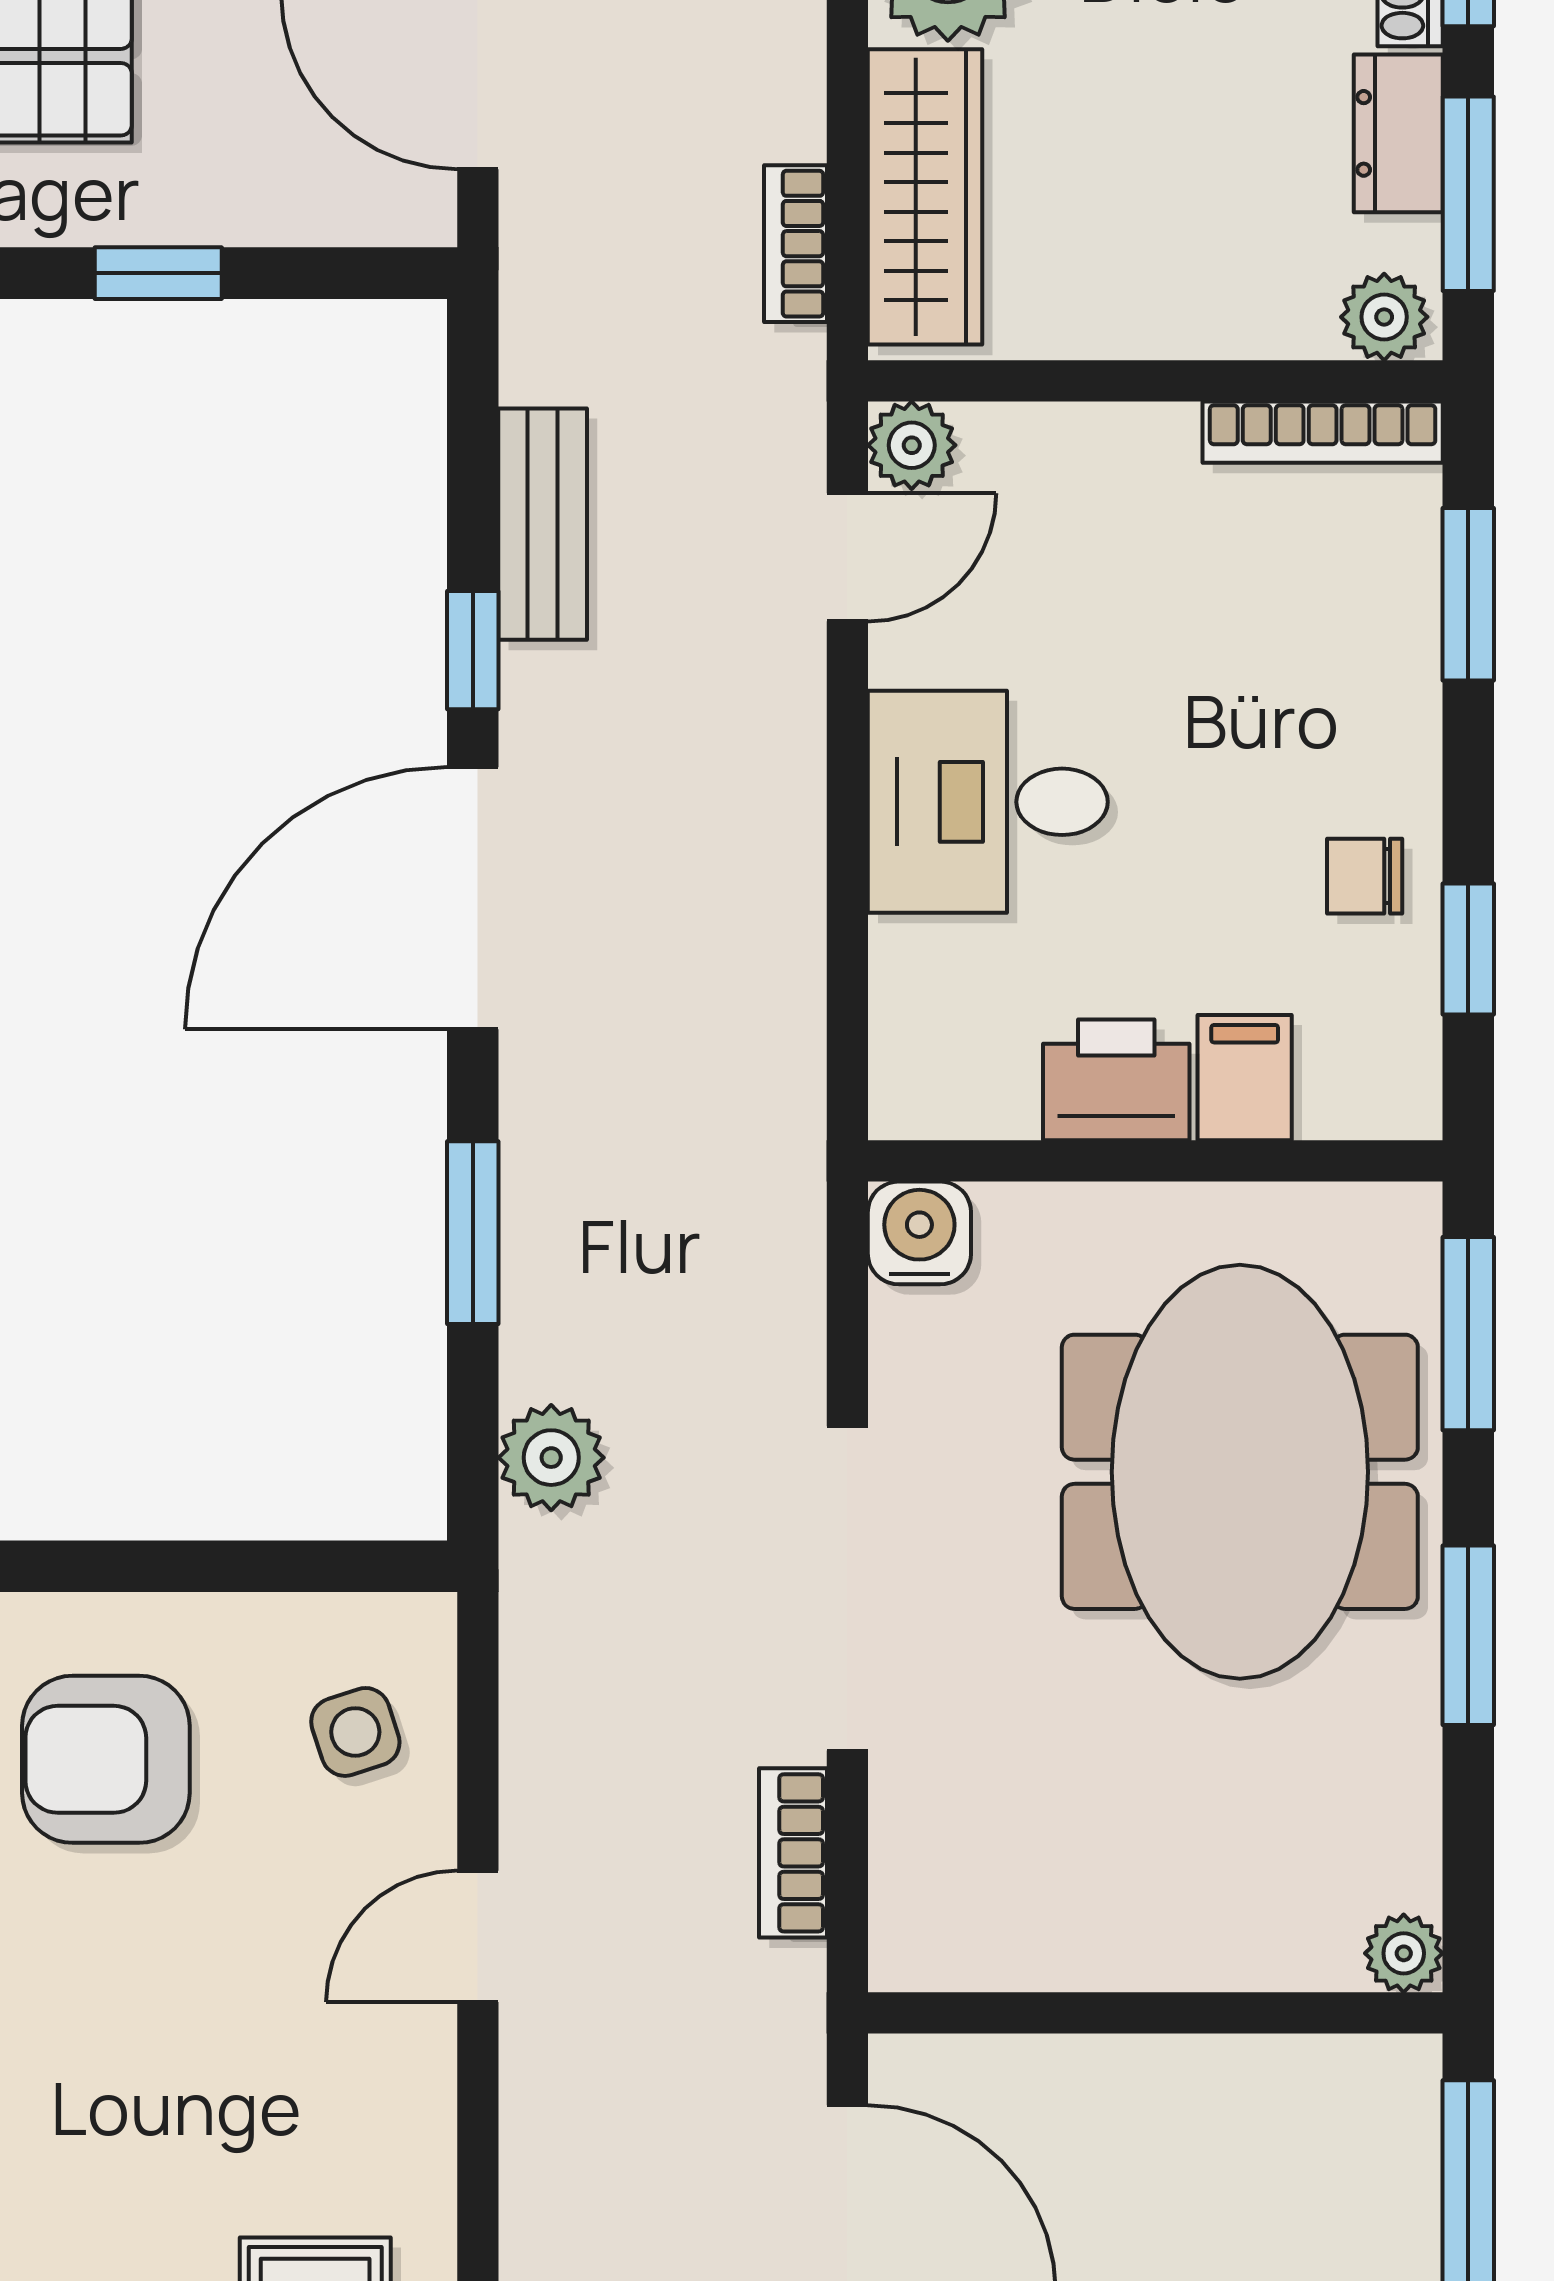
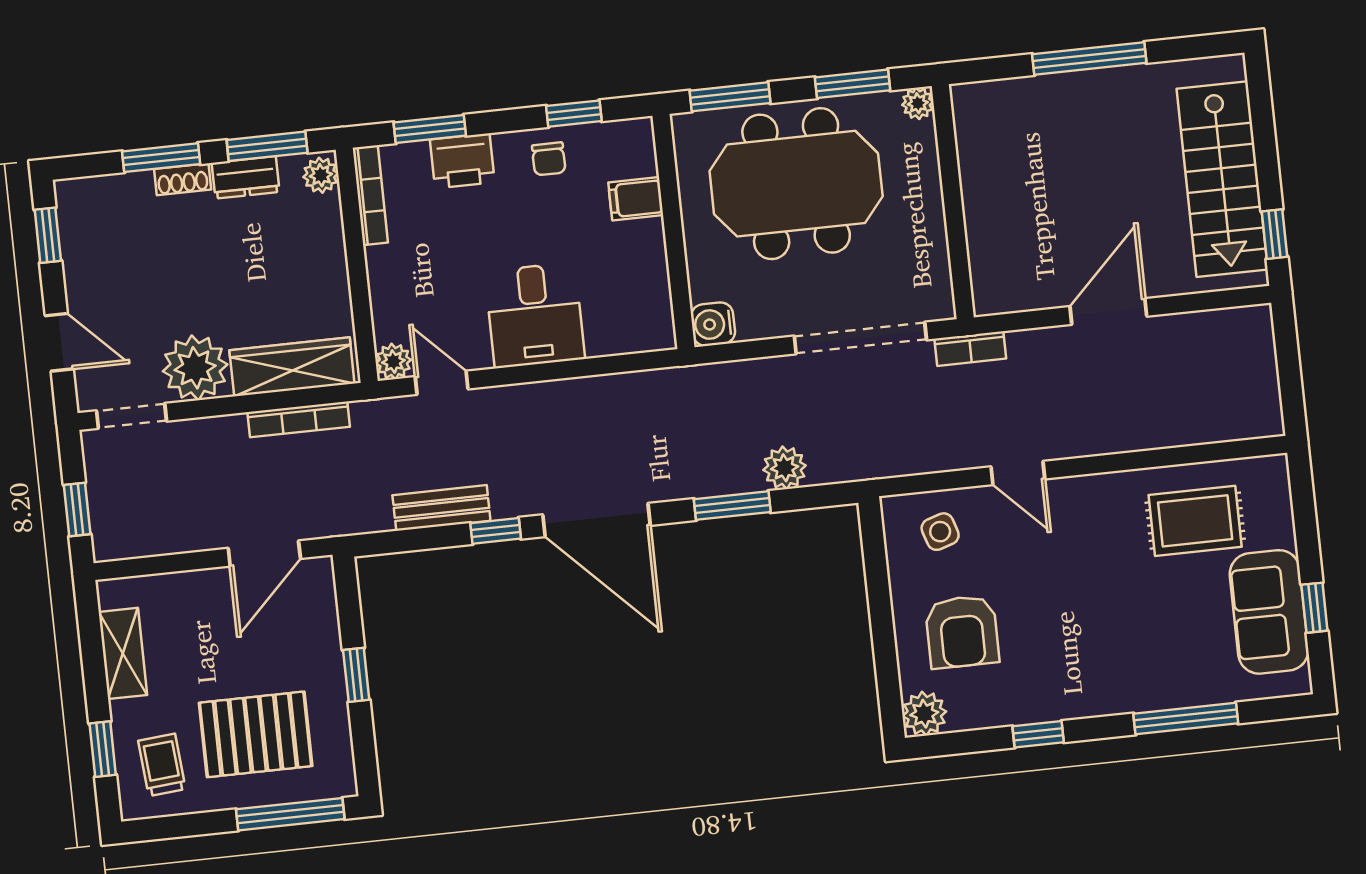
bookcase: (795, 244) -> (299, 419), width x1.56
printer: (1116, 1080) -> (462, 161), moved, turned -90
plant: (551, 1458) -> (785, 468), moved
plant: (1404, 1953) -> (918, 103), moved
wall: (1155, 2013) -> (953, 202), moved

